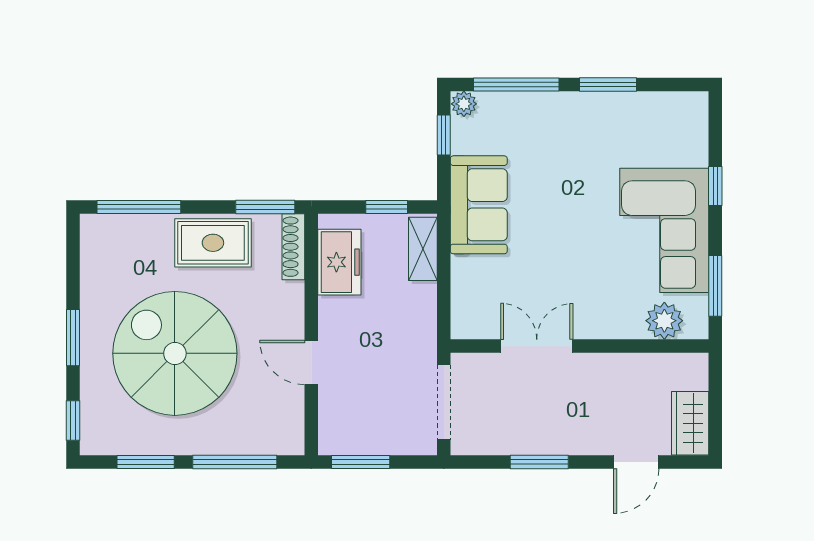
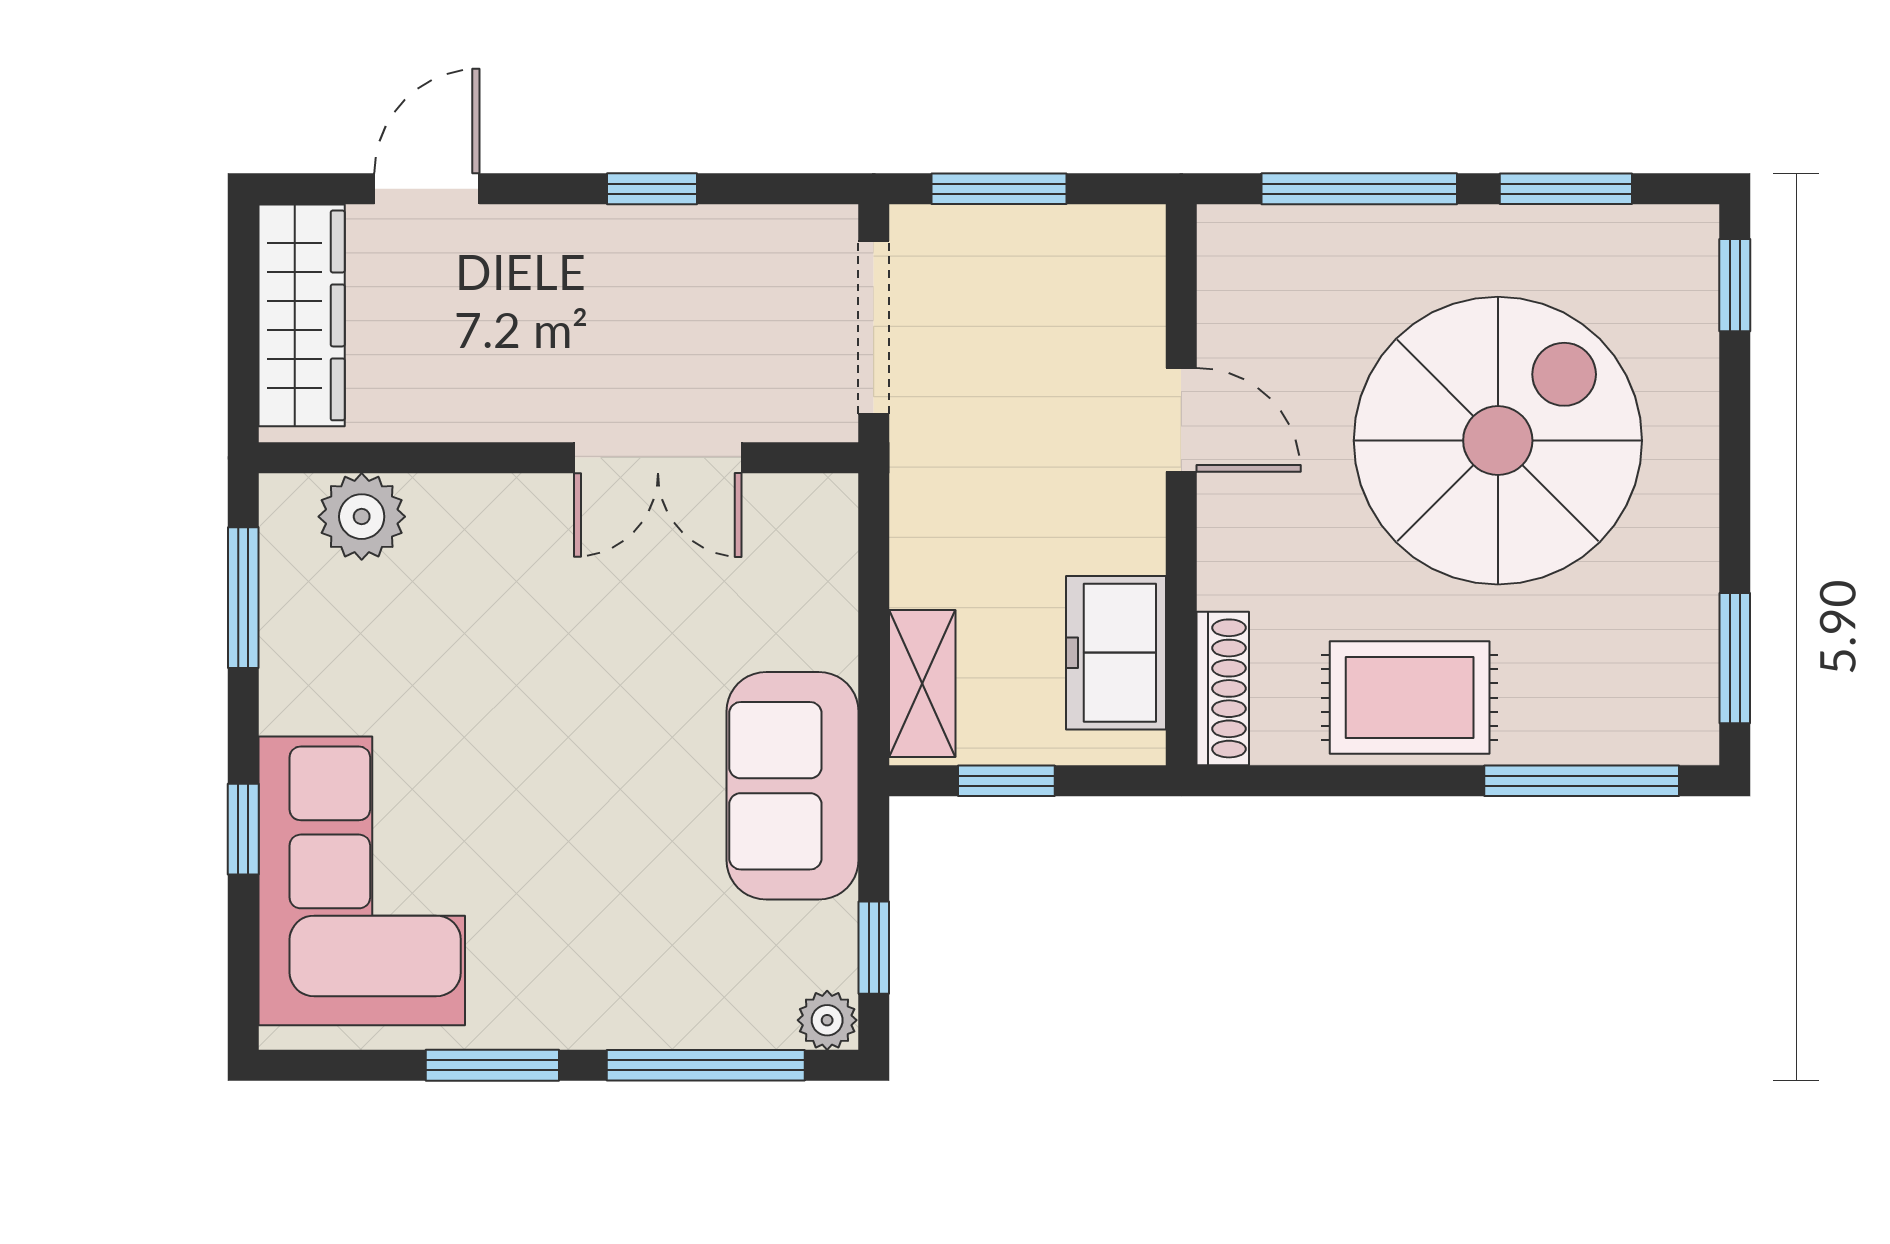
window: (265, 207) -> (1288, 781), removed
corner sofa: (664, 230) -> (362, 881), moved
window: (73, 338) -> (1735, 658), moved
spiral stairs: (175, 353) -> (1498, 441), turned -90
wardrobe: (690, 423) -> (302, 315), width x1.50
window: (361, 462) -> (999, 189), moved
window: (539, 462) -> (652, 189), width x0.67

